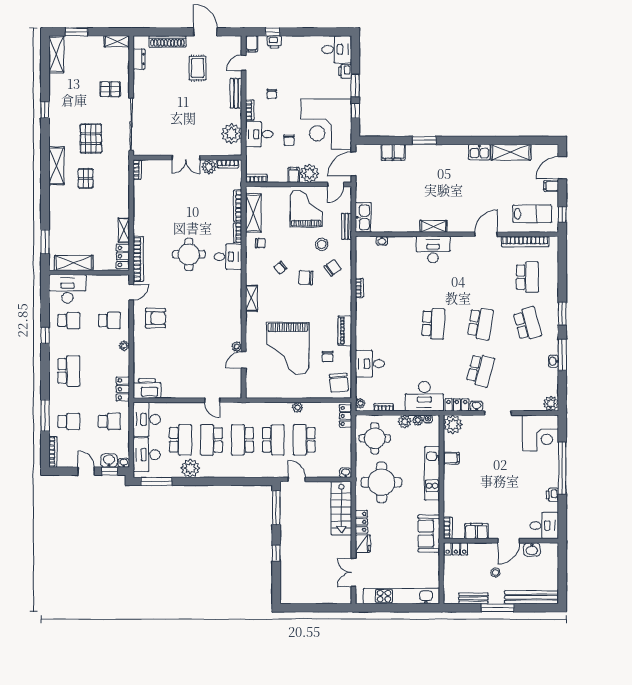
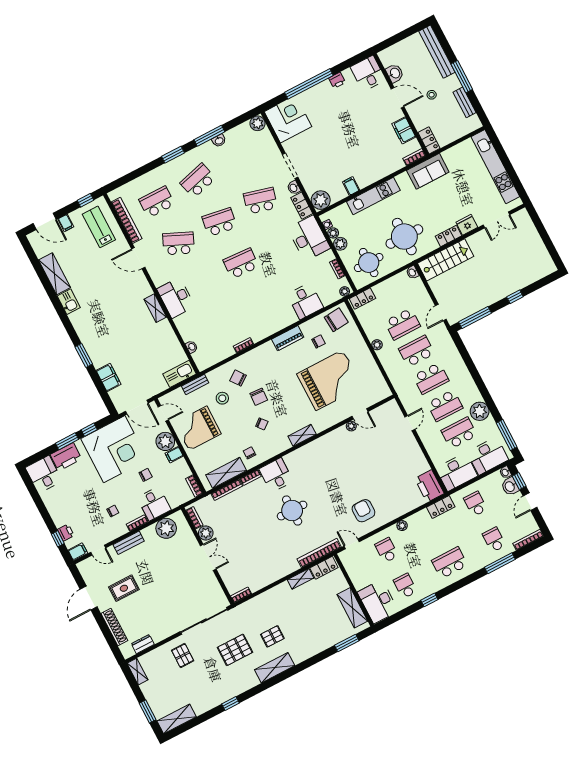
printer: (345, 71) -> (66, 457), width x1.87, depth x1.48
school desk: (480, 277) -> (178, 243), added

